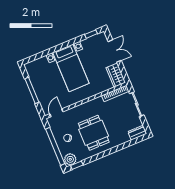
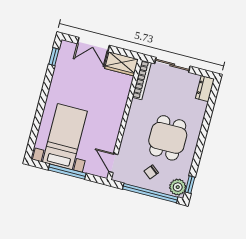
double door: (115, 51) -> (93, 44), swing flipped
bed with nightstands: (71, 68) -> (65, 137), moved, turned -90
dining table: (94, 133) -> (168, 138), turned 90

